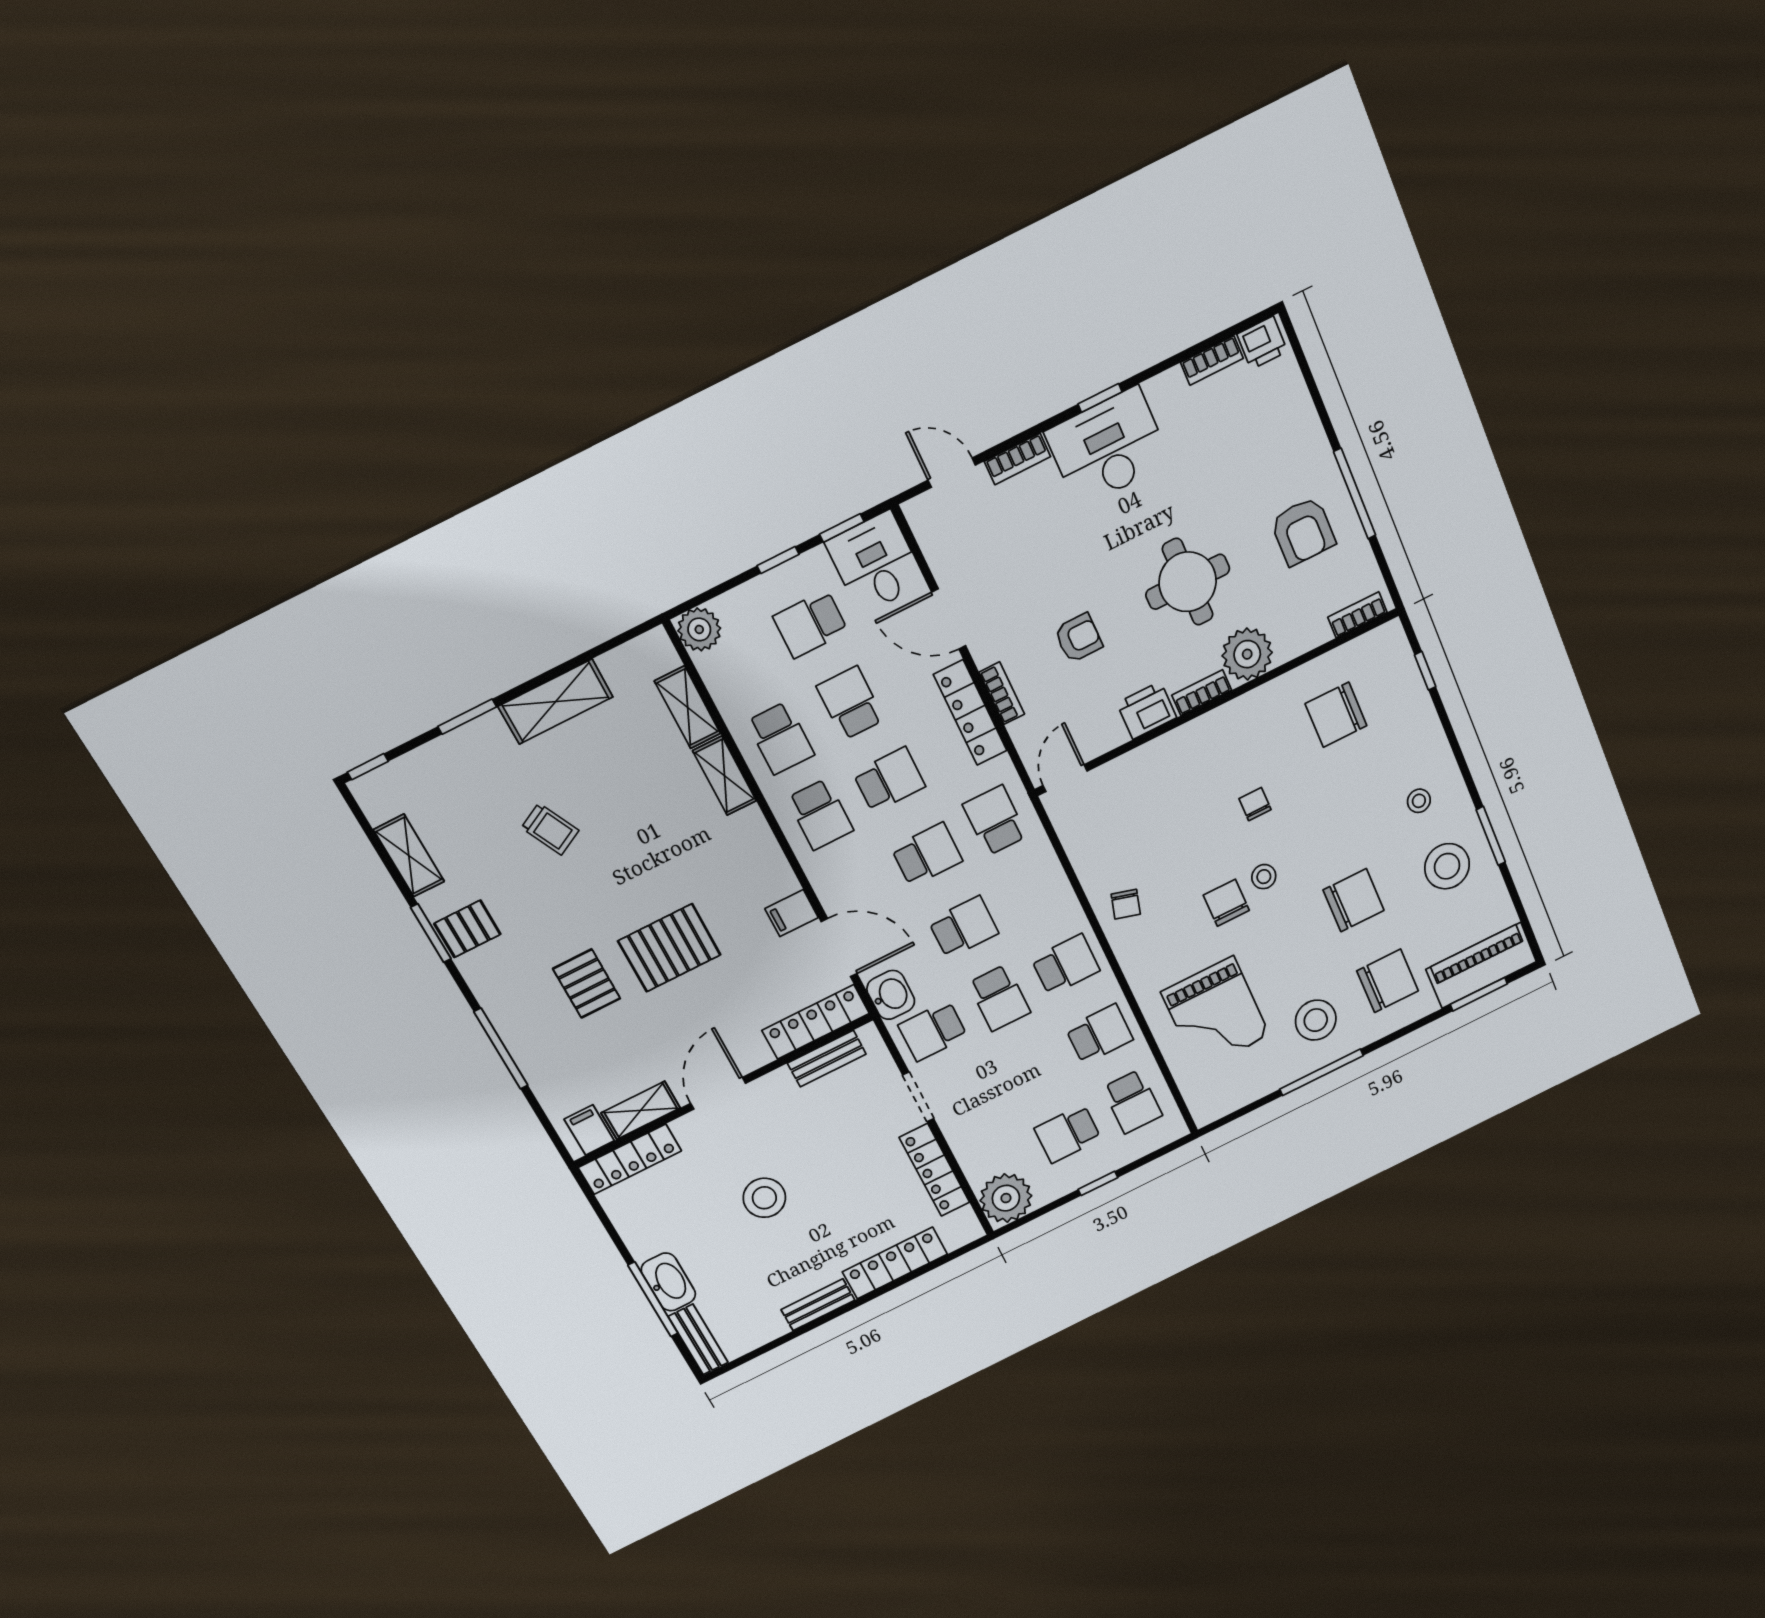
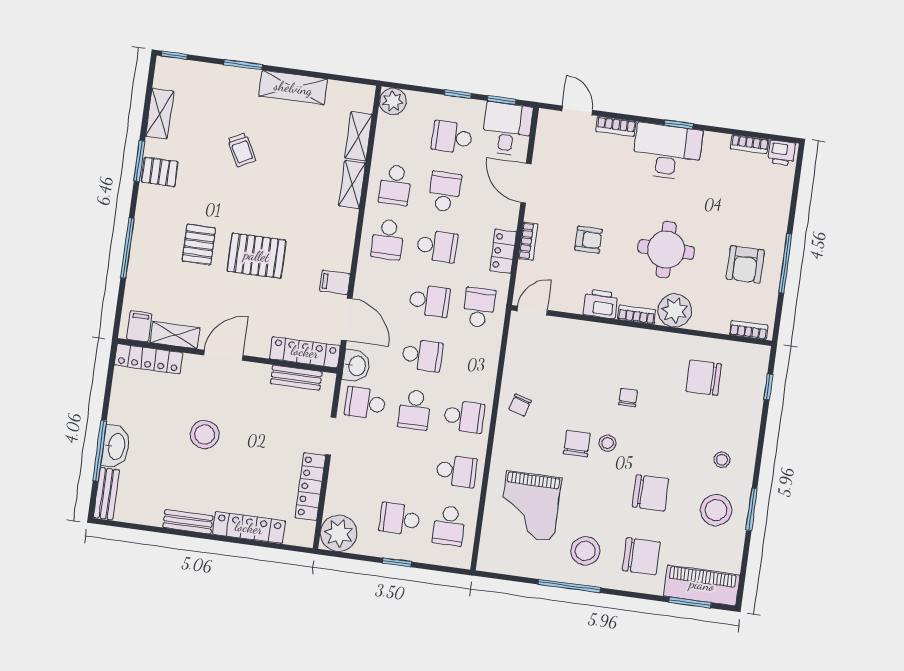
locker: (970, 713) -> (503, 251), width x0.66

